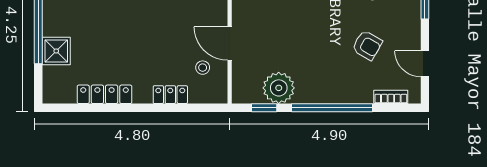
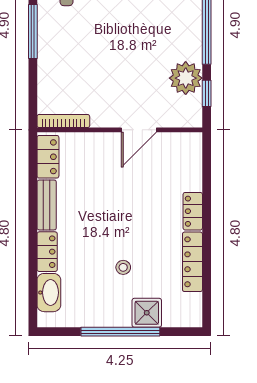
stool: (203, 68) -> (123, 267), moved
locker: (170, 95) -> (193, 211), moved

